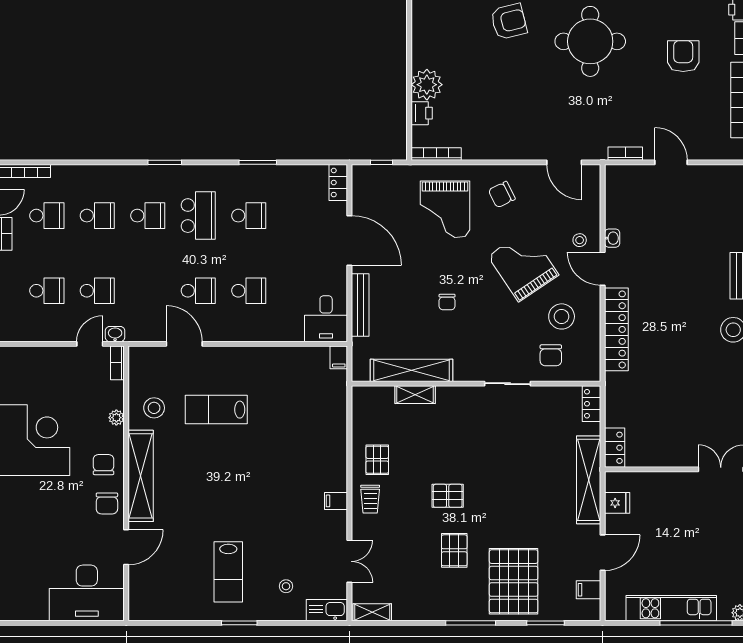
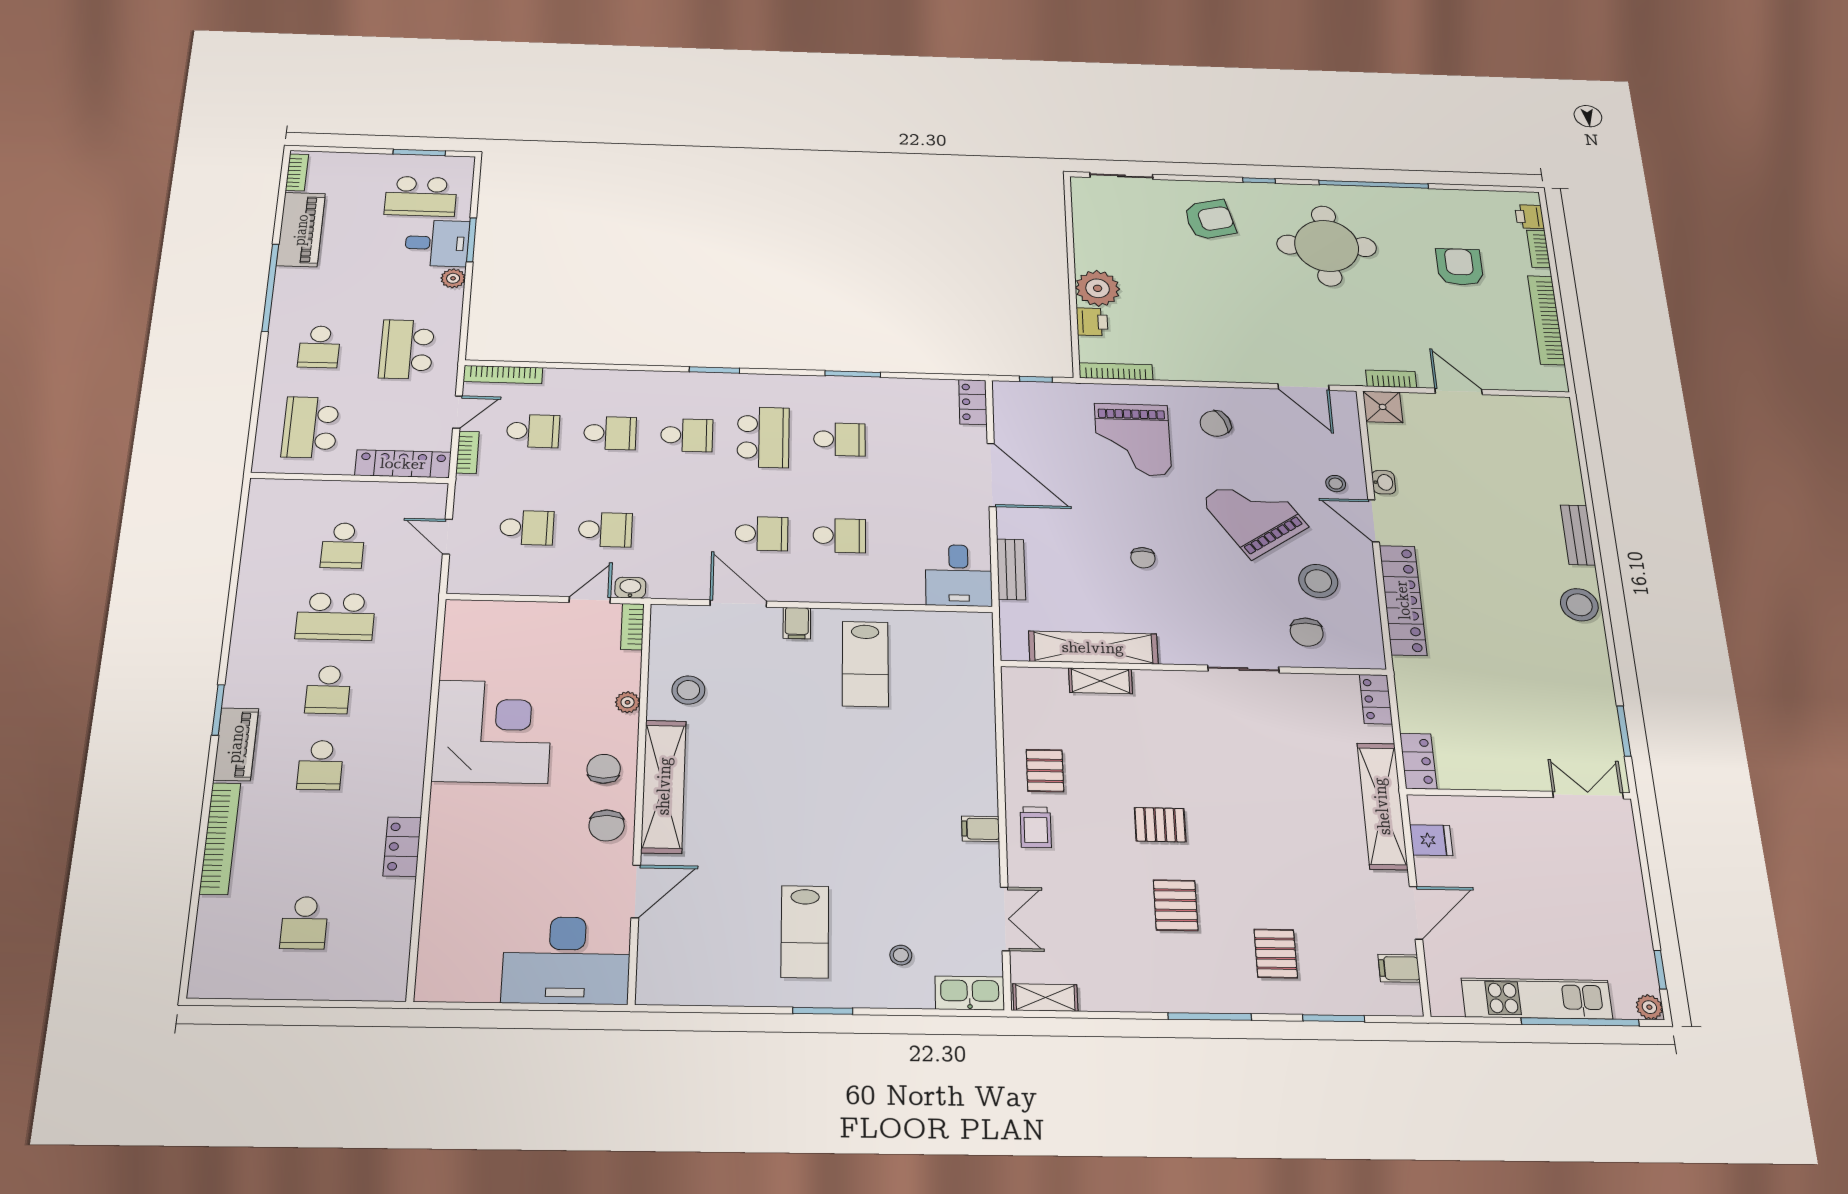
shower: (617, 177) -> (1383, 407), added
bench: (360, 305) -> (1011, 569), width x0.73
filing cabinet: (339, 357) -> (797, 623), moved
lab bench: (216, 410) -> (865, 664), moved, turned -90
pallet: (514, 581) -> (1276, 954), width x0.49, depth x0.50

